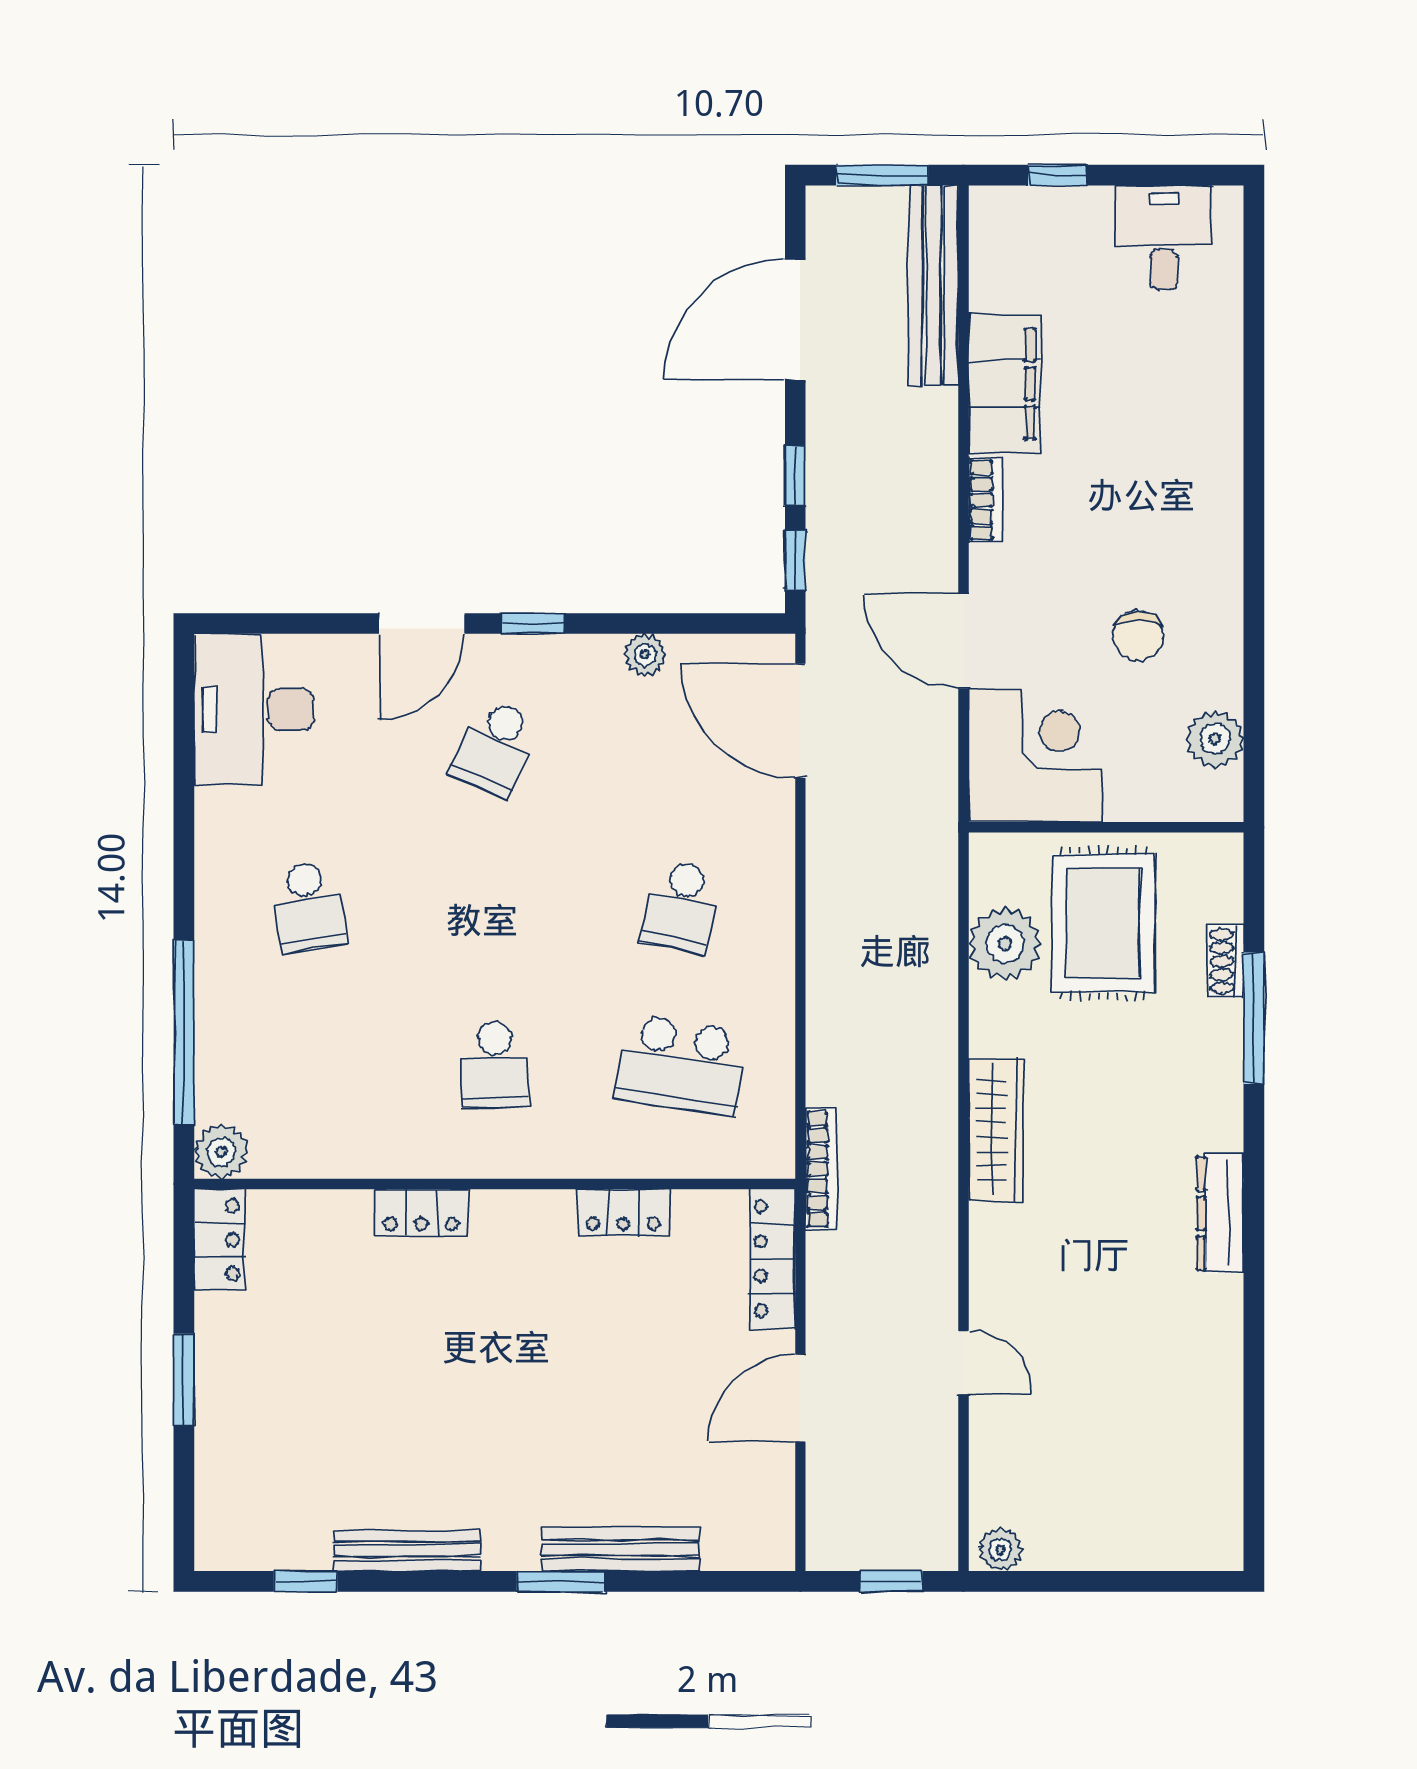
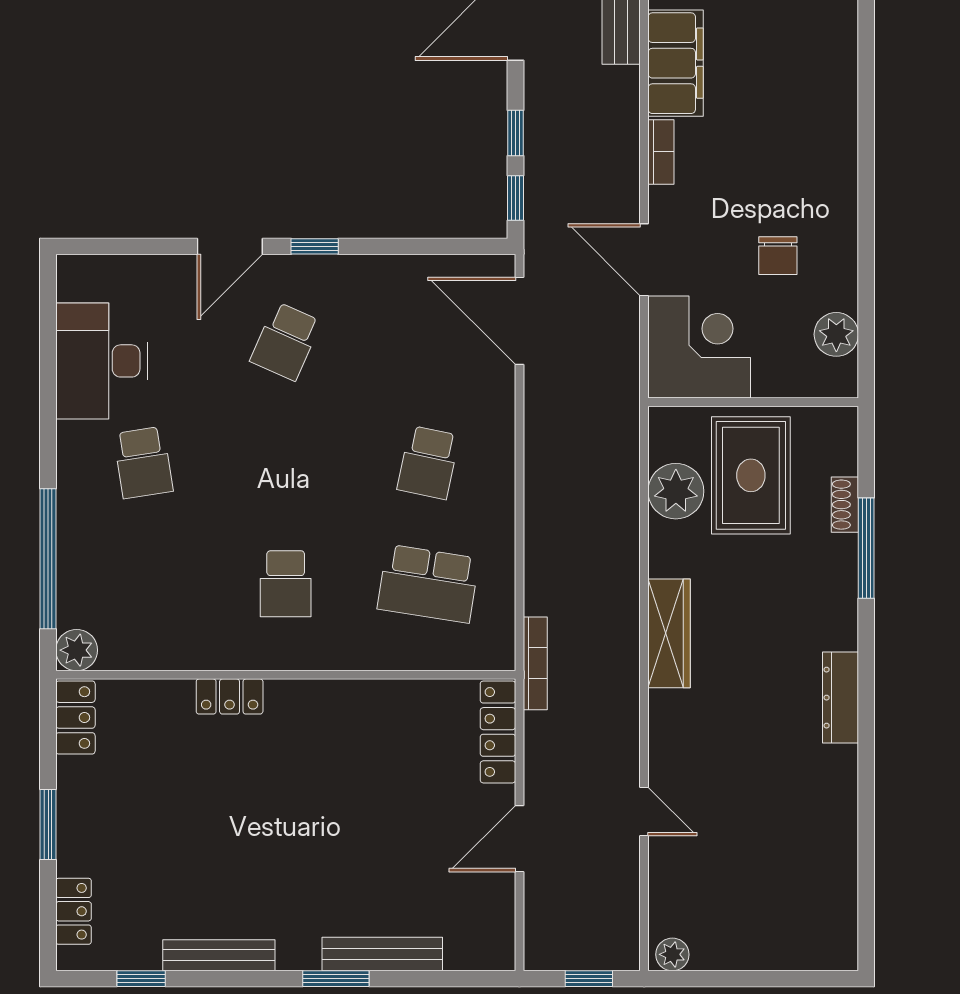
plant: (645, 655) -> (401, 270), removed
desk: (254, 710) -> (101, 361), moved
locker: (623, 1212) -> (73, 911), moved, turned -90

